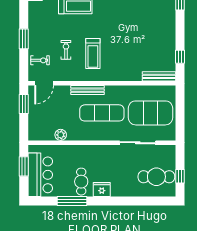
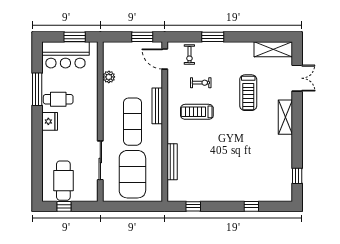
bench: (159, 76) -> (172, 162), moved

